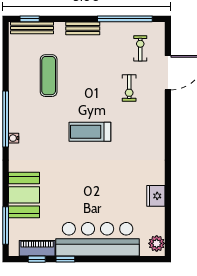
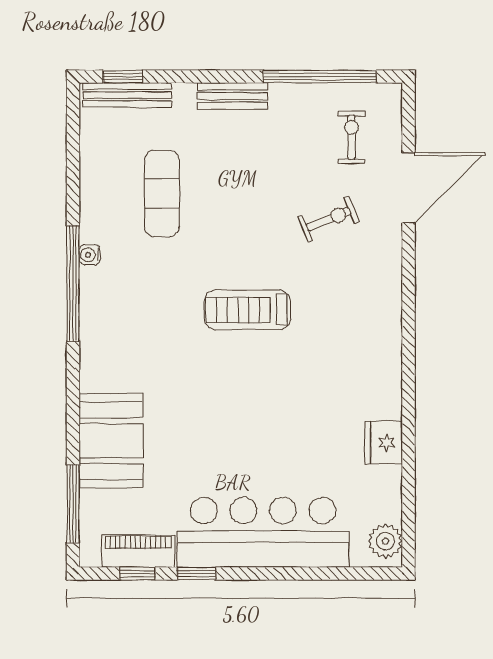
exercise bike: (129, 88) -> (329, 219), turned -112
water cooler: (14, 138) -> (90, 255), moved

